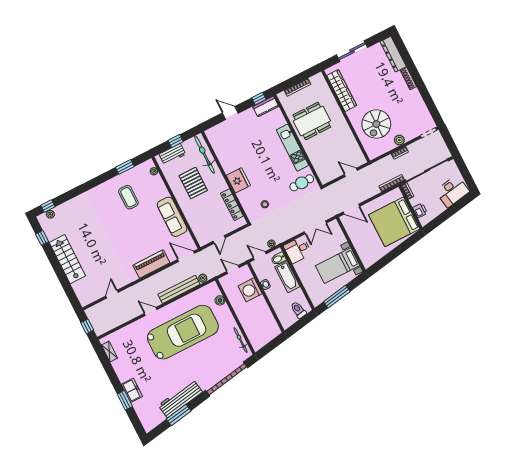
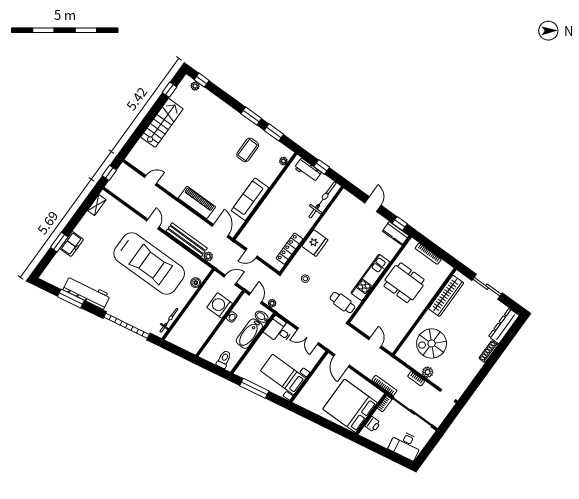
window: (101, 179) -> (251, 116), added
pallet: (193, 183) -> (291, 203), removed
door: (233, 270) -> (230, 280), hinge flipped

